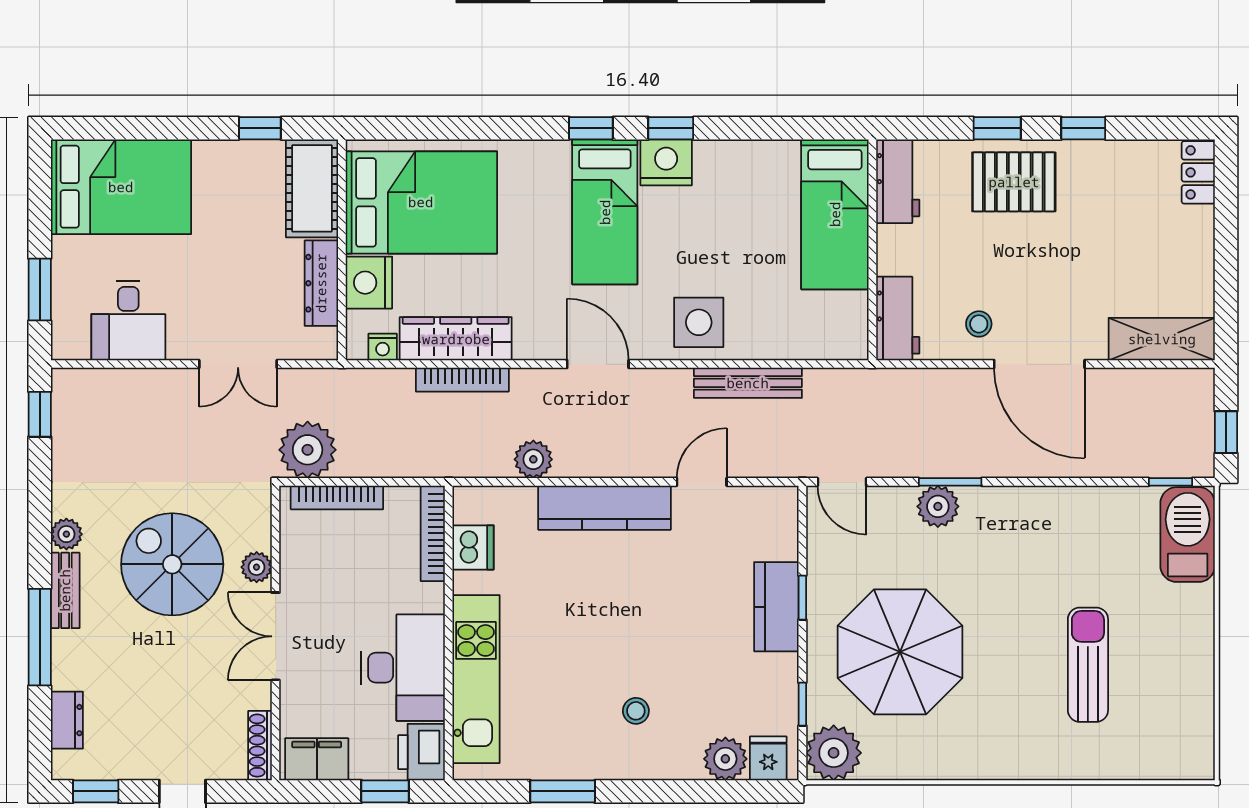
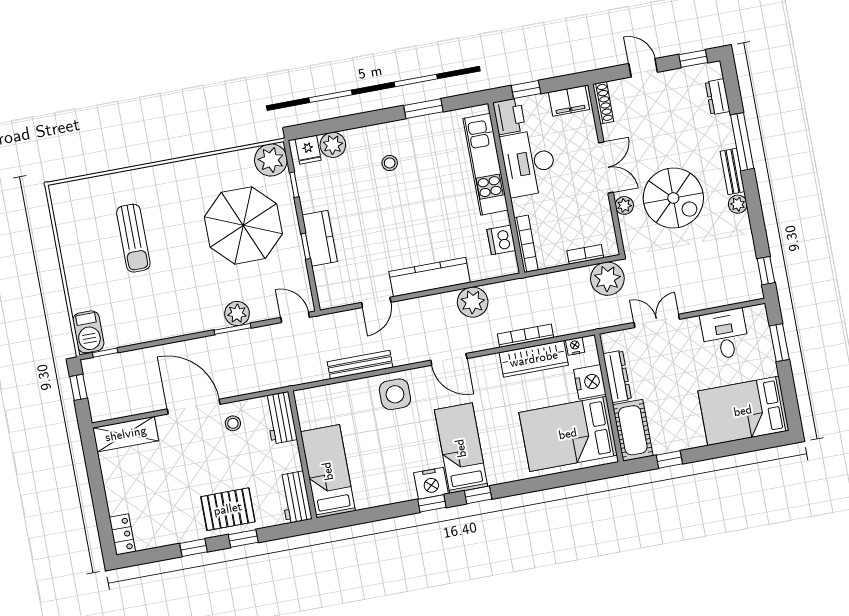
plant: (533, 459) -> (473, 302), width x1.36, depth x1.36
bookcase: (337, 497) -> (585, 254), width x0.64
barbecue: (1188, 535) -> (88, 332), width x0.73, depth x0.83

